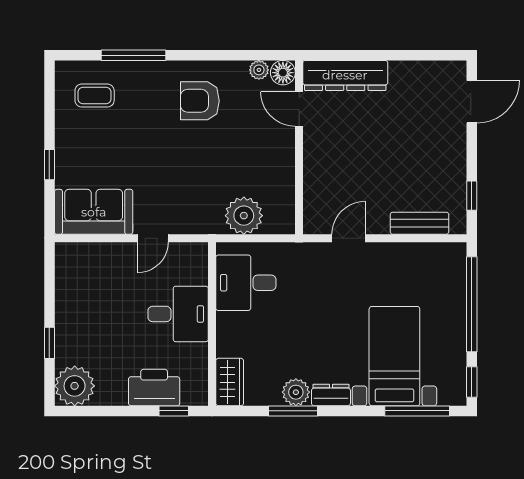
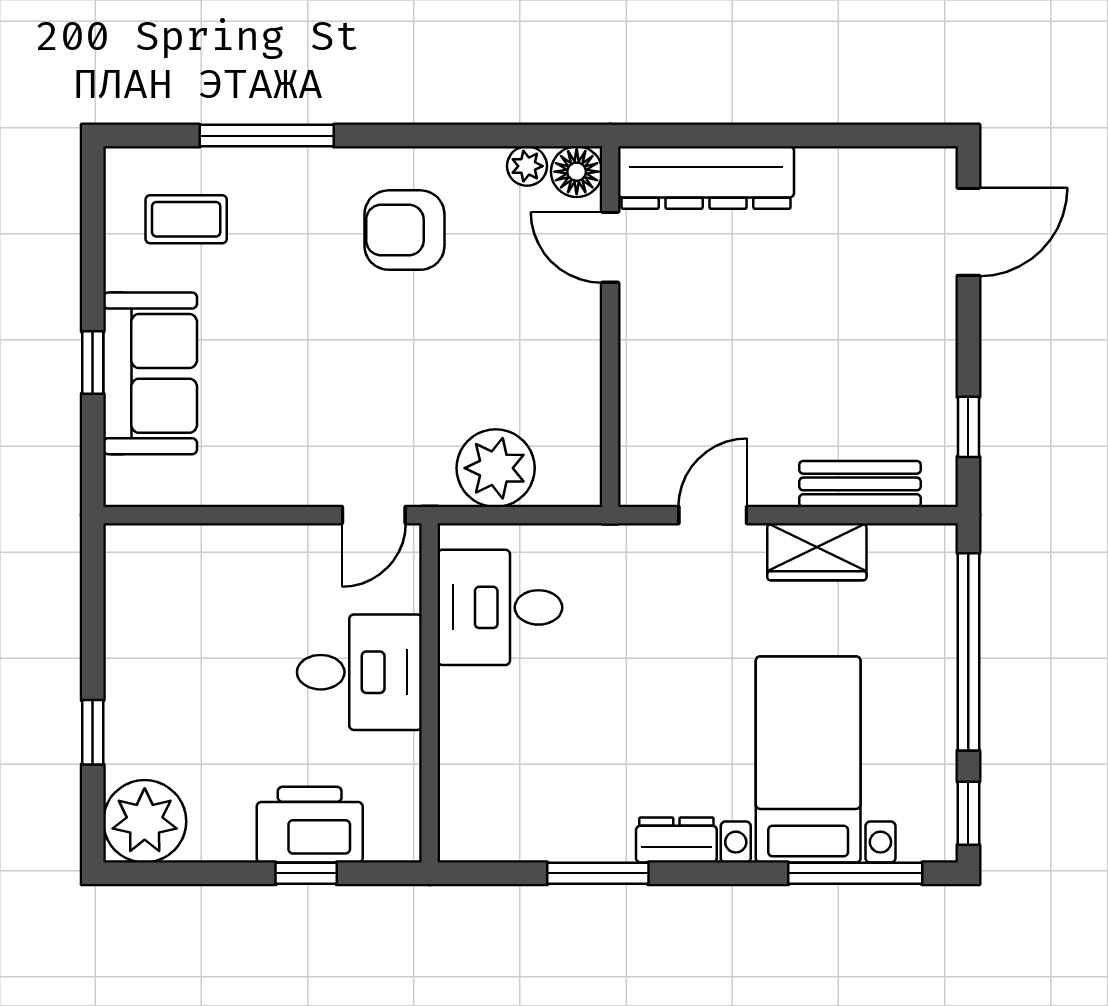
sofa: (94, 212) -> (150, 373), moved, turned 90
door: (153, 238) -> (374, 515), moved
wardrobe: (230, 382) -> (817, 552), moved, turned 90
plant: (296, 392) -> (604, 834), removed
window: (174, 411) -> (306, 873), moved

